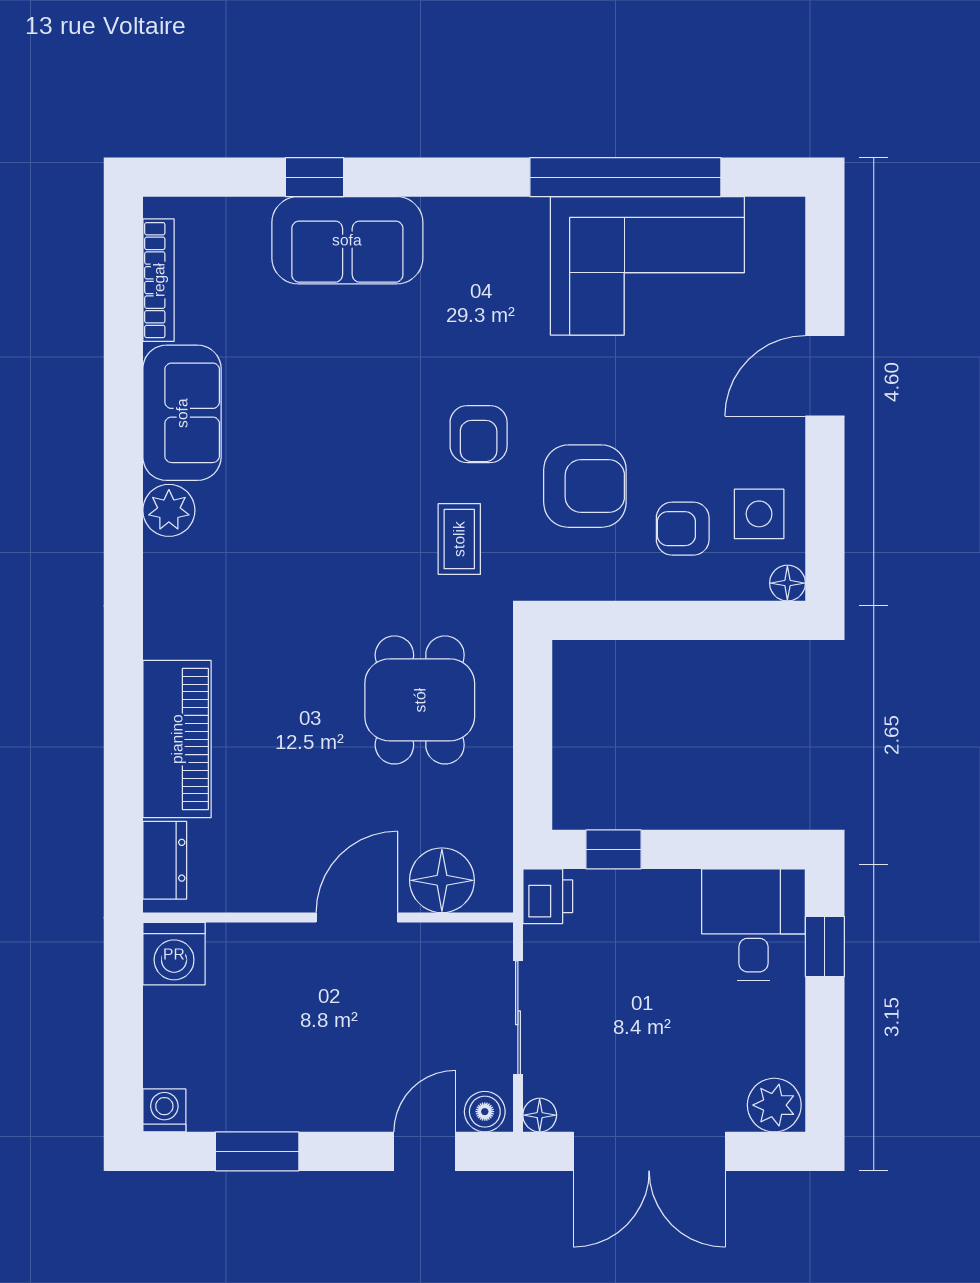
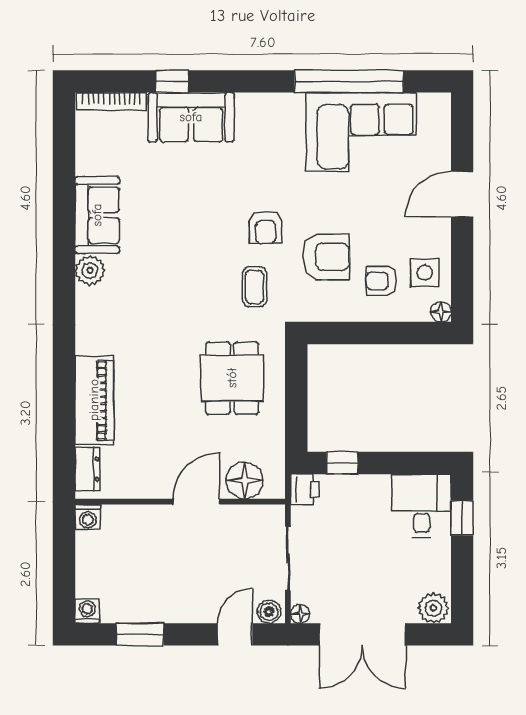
bookcase: (159, 280) -> (111, 101), moved, turned 90
washing machine: (174, 954) -> (88, 517), width x0.73, depth x0.73

